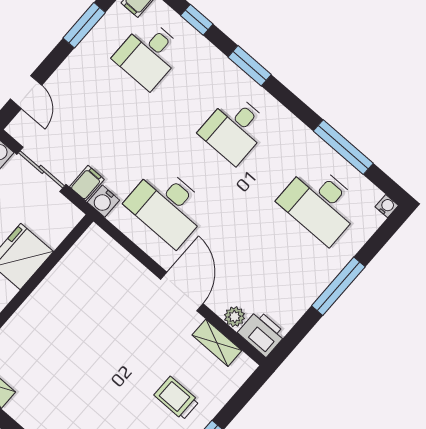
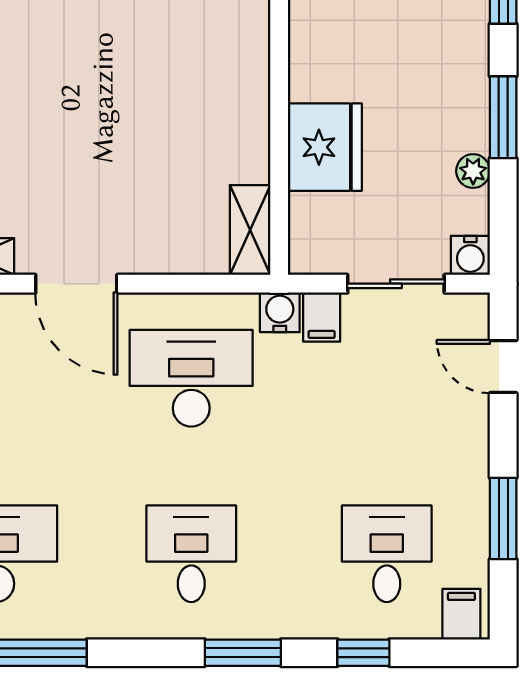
shelving: (85, 249) -> (250, 230), added

